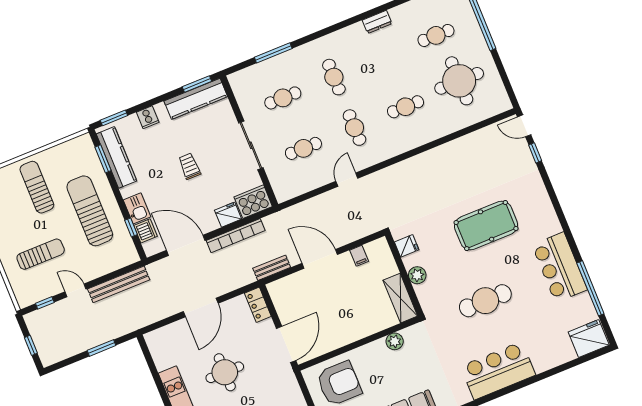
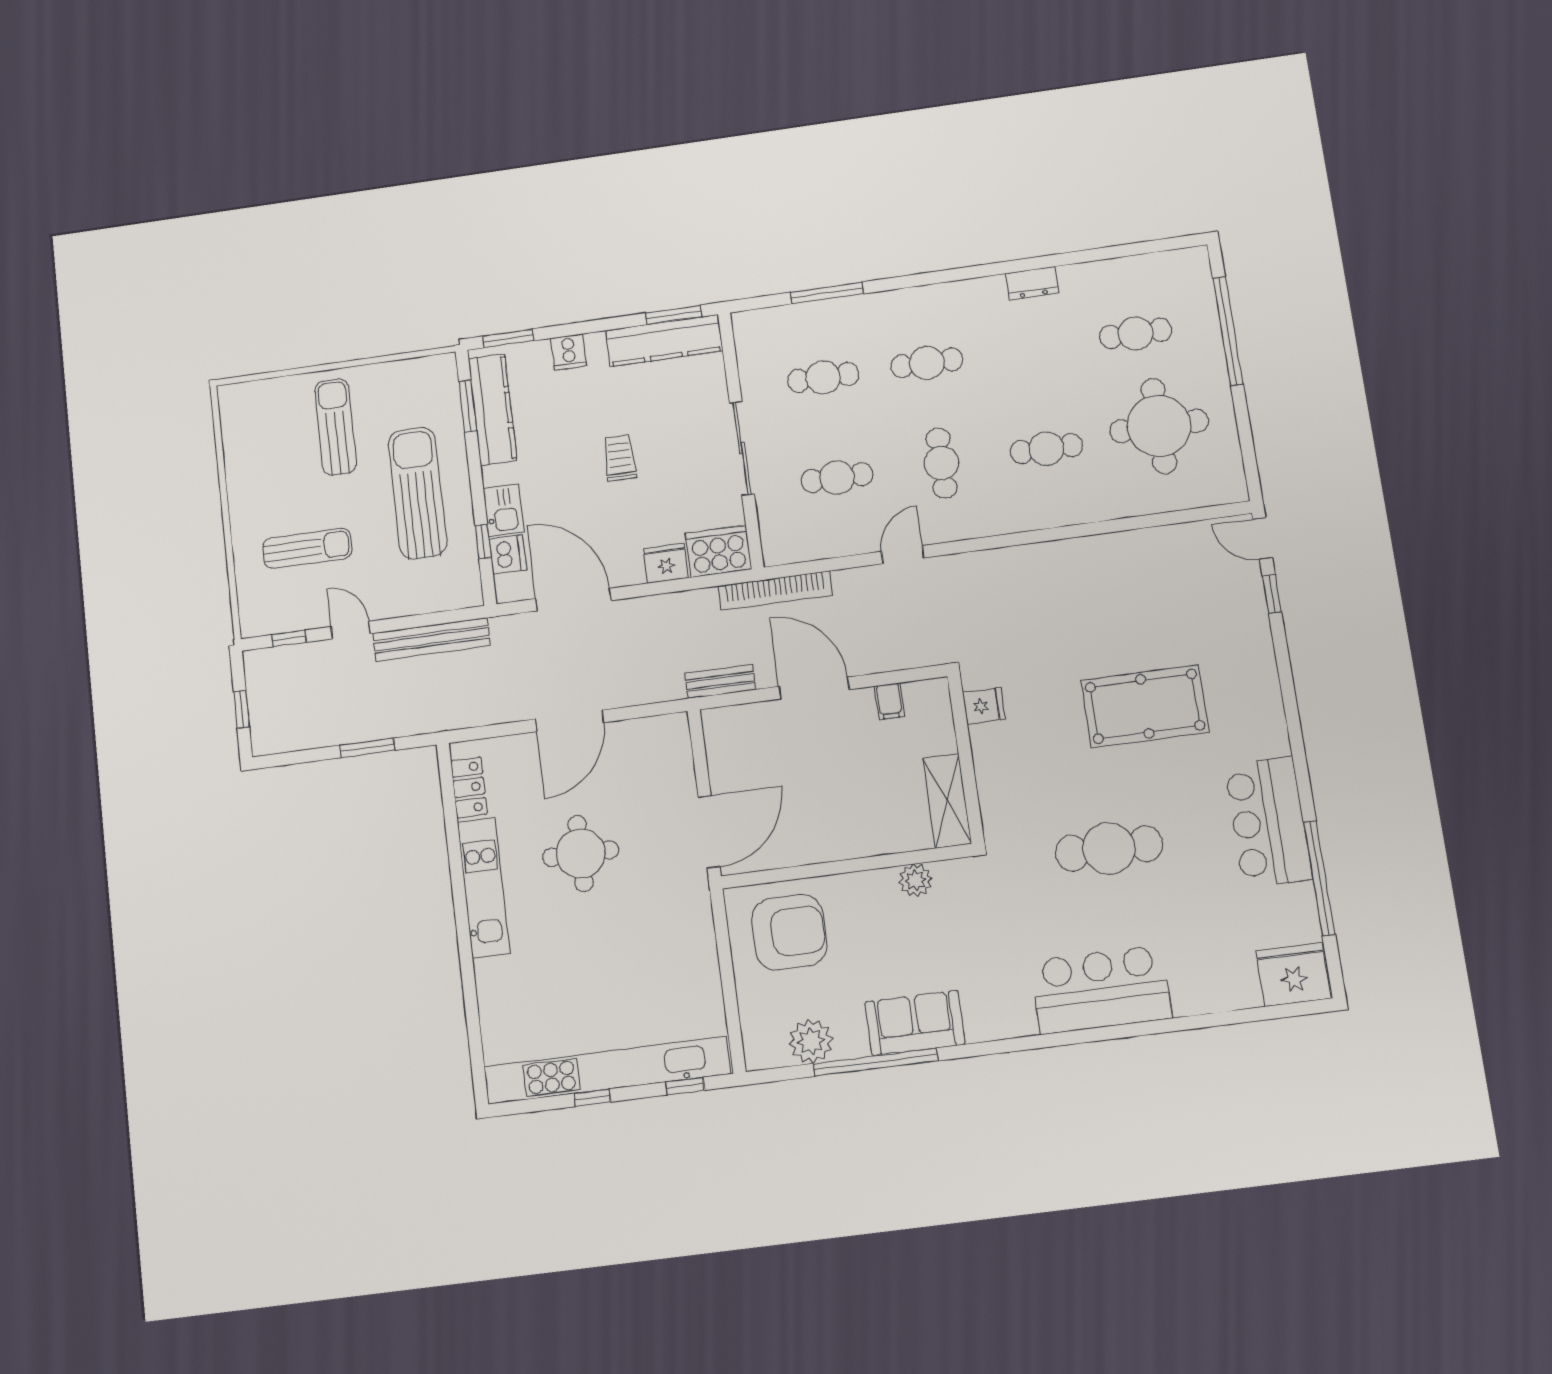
cafe table: (334, 77) -> (927, 363), turned 90
bookcase: (236, 236) -> (775, 591), moved
plant: (417, 275) -> (990, 766), removed
locker: (258, 305) -> (469, 787), moved, turned 180

